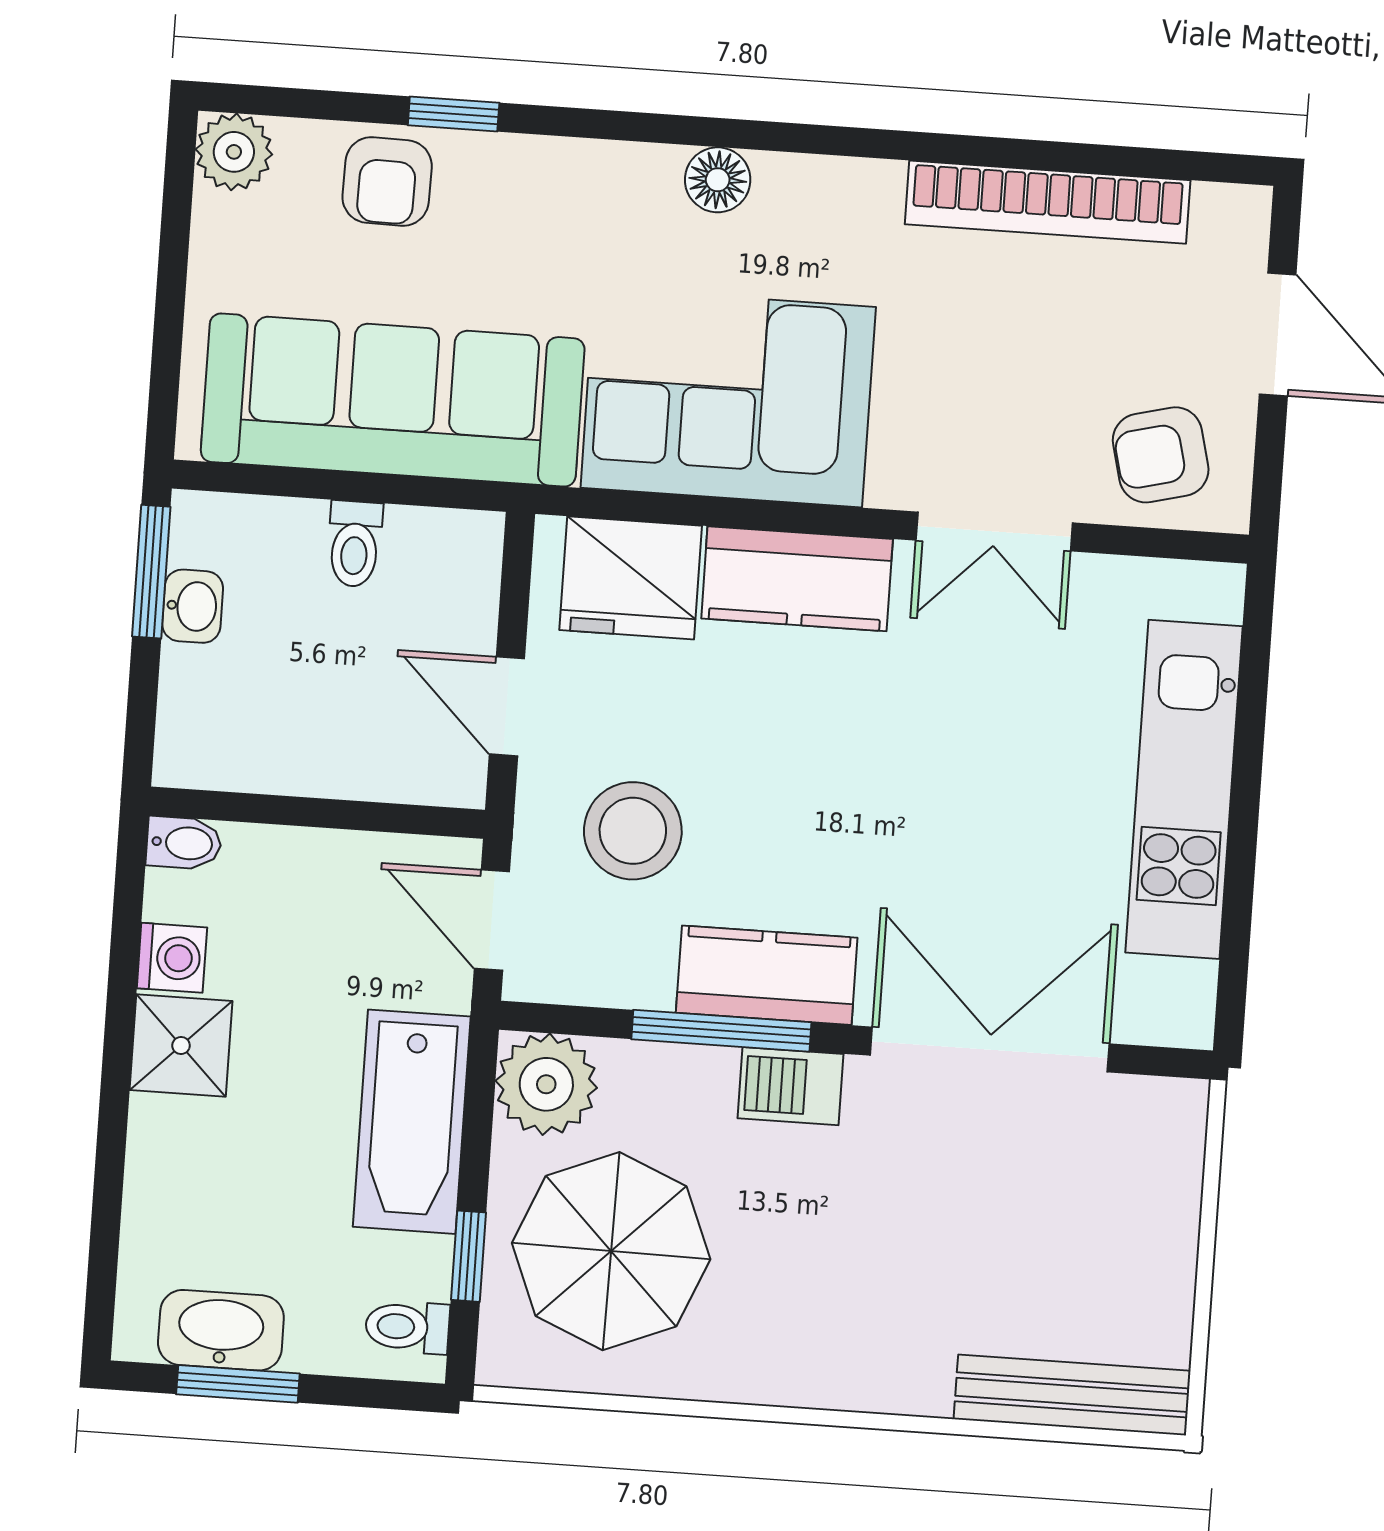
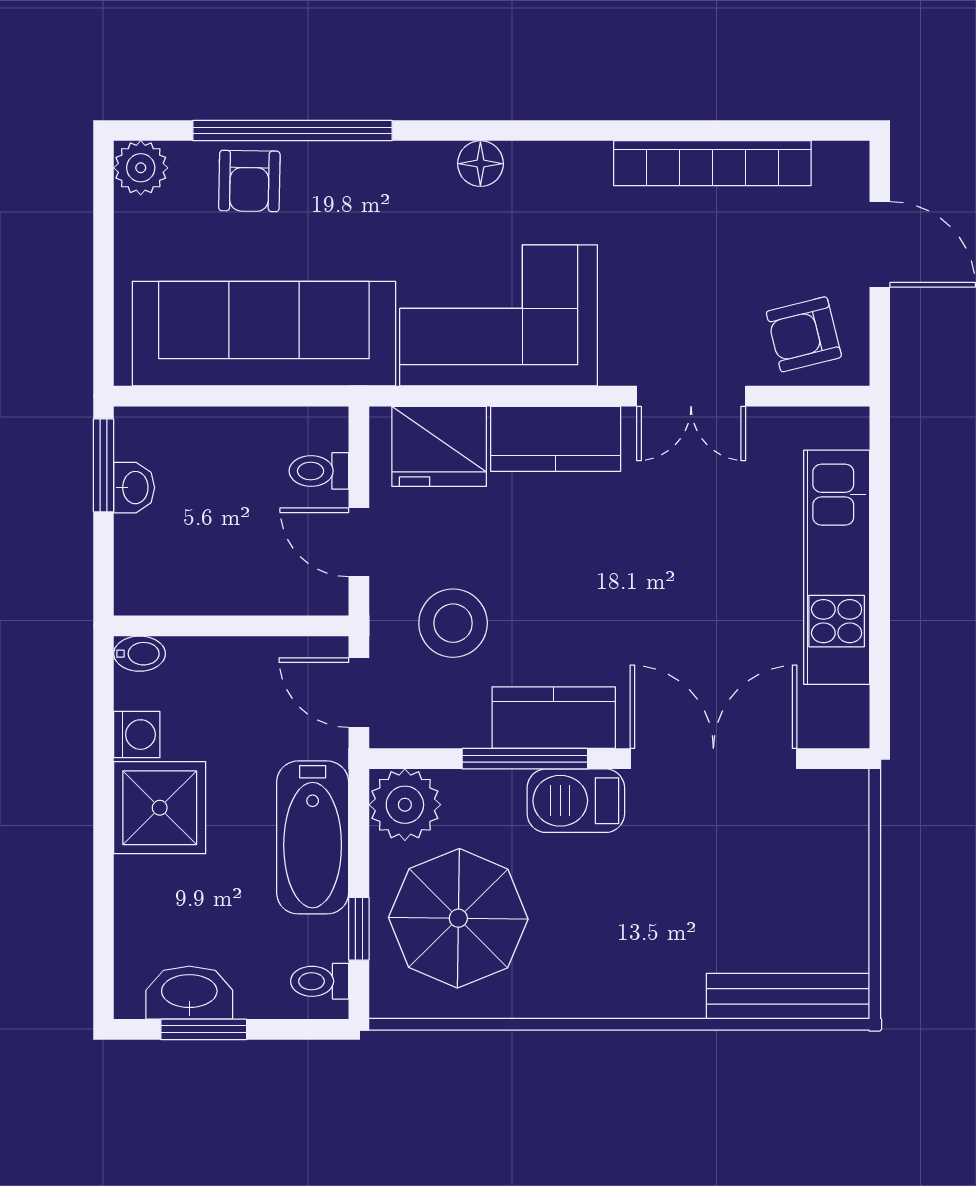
window: (454, 114) -> (293, 131), width x3.17
toilet: (355, 544) -> (319, 471), moved, turned 90
shower: (181, 1046) -> (160, 808), width x1.36, depth x1.36
barbecue: (791, 1086) -> (576, 801), width x1.38, depth x1.27

